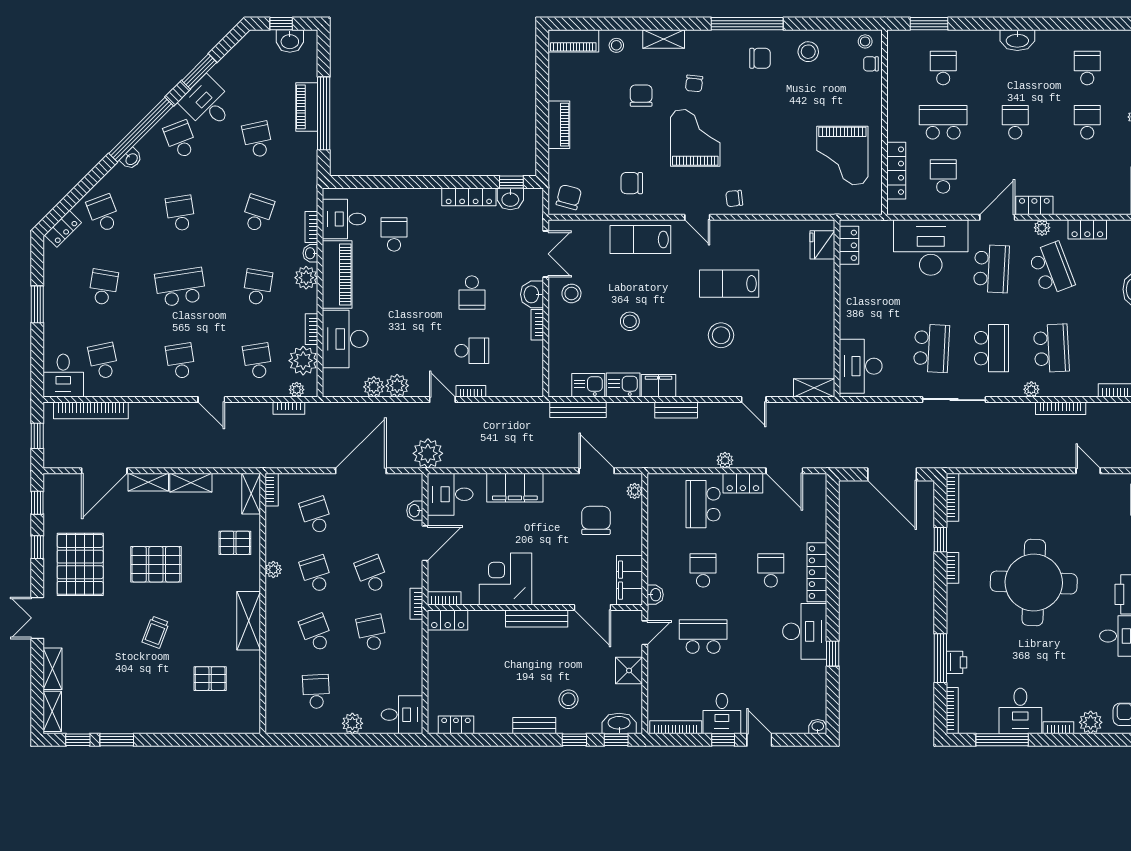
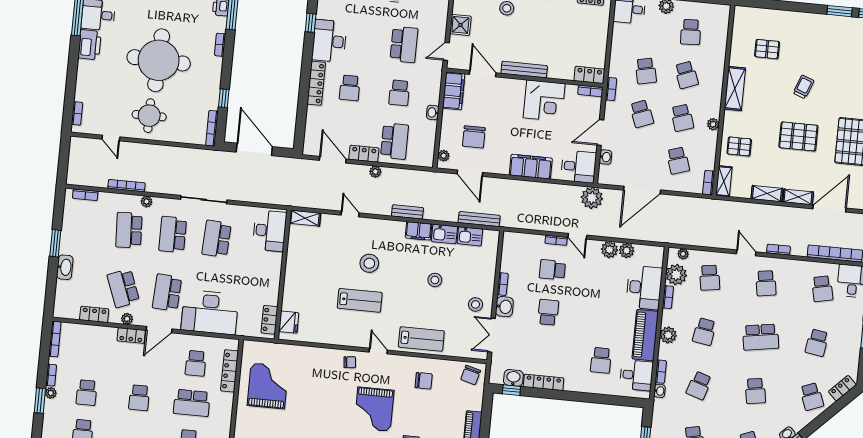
washbasin: (310, 253) -> (660, 391), moved
bookcase: (289, 408) -> (778, 250), moved
round table: (1039, 506) -> (149, 116), added
bookcase: (952, 568) -> (220, 45), moved
washbasin: (655, 595) -> (433, 113), moved
school desk: (703, 637) -> (404, 44), turned -90

